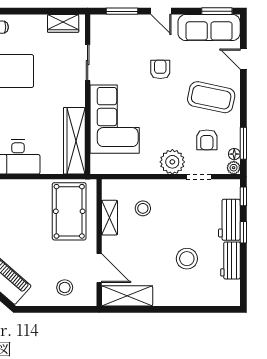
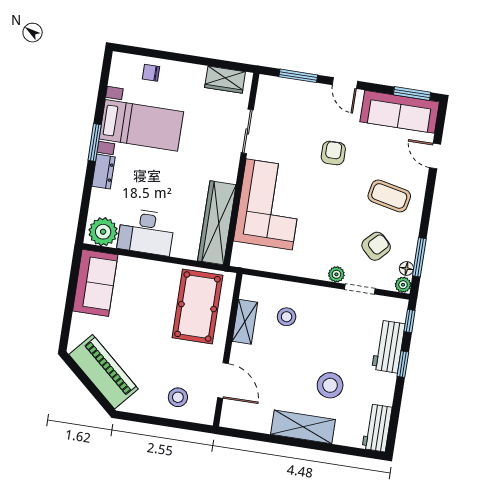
coffee table: (211, 97) -> (389, 196), width x0.73, depth x0.76
armchair: (207, 140) -> (376, 246), turned -136
plant: (172, 162) -> (336, 274), width x0.53, depth x0.53
workbench: (230, 260) -> (377, 428), moved
shelving: (127, 296) -> (303, 427), moved

